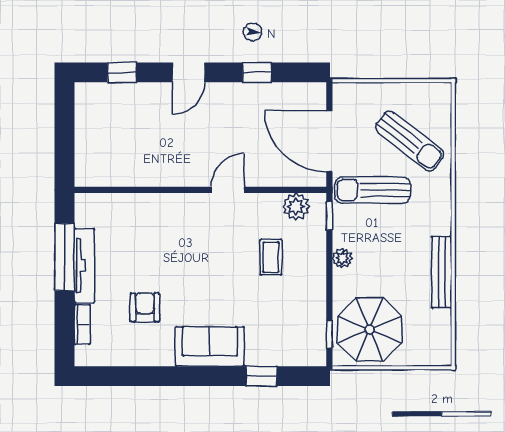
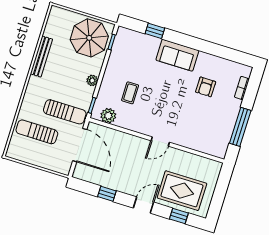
rug: (130, 117) -> (182, 191), added
sun lounger: (410, 141) -> (37, 132), turned -38
door: (228, 190) -> (160, 141), moved
tv unit: (84, 266) -> (231, 119), removed

